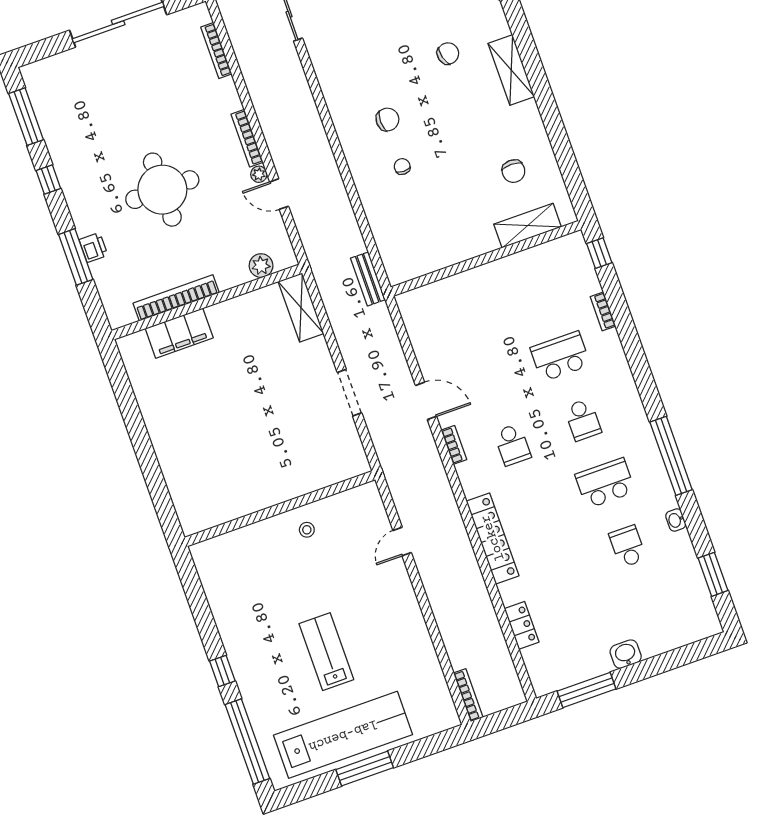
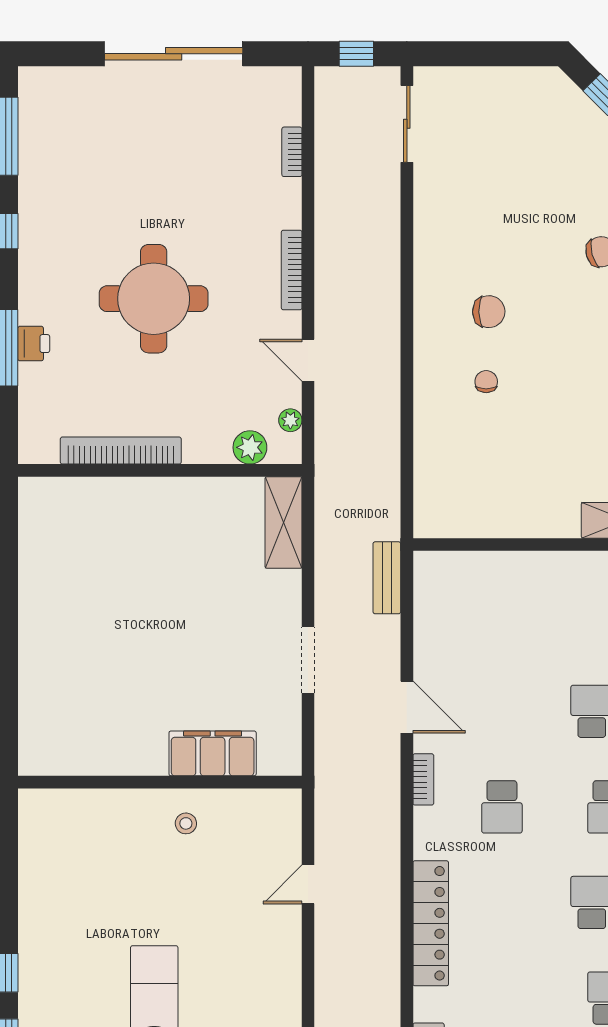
bookcase: (216, 51) -> (292, 152), width x0.64
plant: (259, 174) -> (290, 420), moved
bench: (368, 279) -> (387, 578), moved
filing cabinet: (179, 333) -> (213, 753), moved, turned 180

